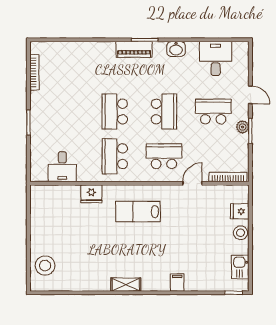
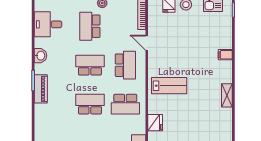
school desk: (115, 112) -> (90, 104), turned 180
school desk: (164, 156) -> (125, 65), turned 180
lab bench: (138, 212) -> (169, 86), turned -90

